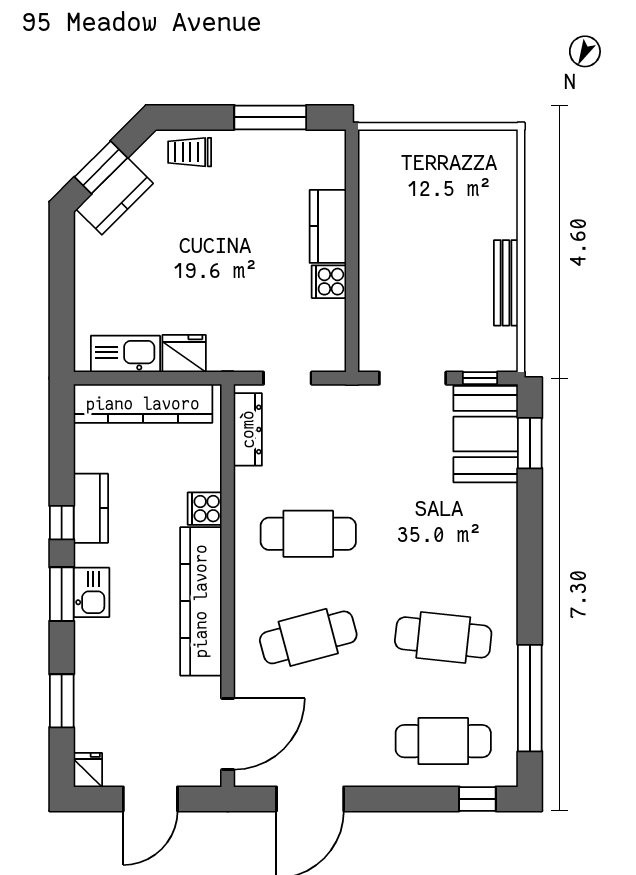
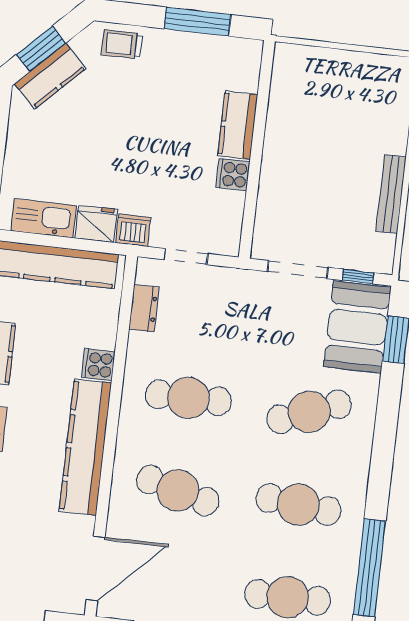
dishwasher: (226, 356) -> (133, 230), added
dresser: (248, 429) -> (144, 308), width x0.70
cafe table: (443, 534) -> (309, 412), added
cafe table: (308, 637) -> (178, 491), turned 30

